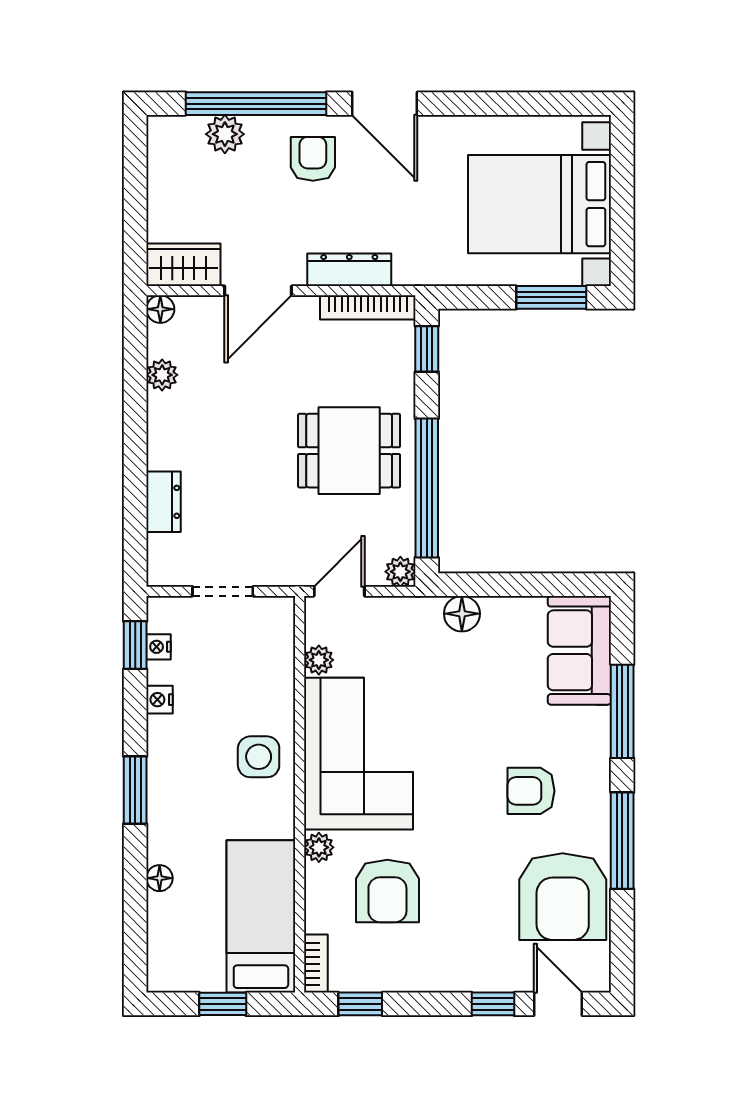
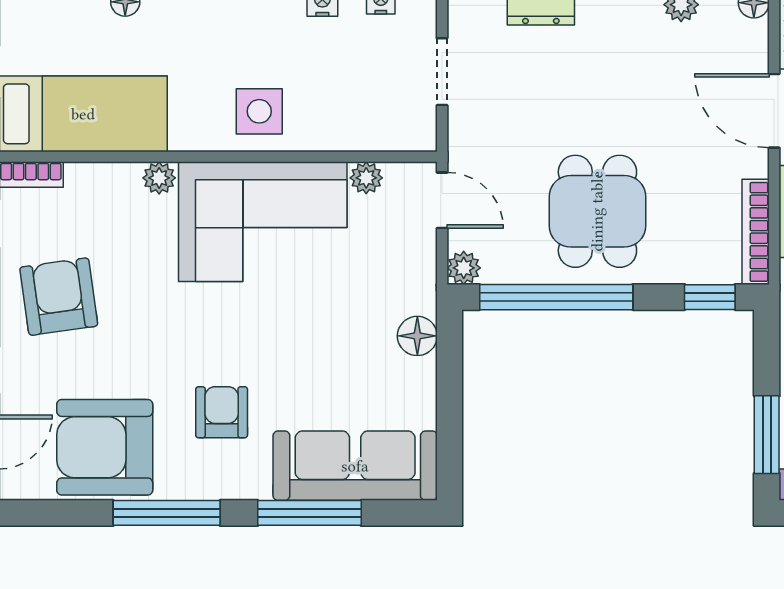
sofa: (579, 650) -> (355, 466), width x1.36
armchair: (387, 891) -> (59, 297), moved, turned 82

